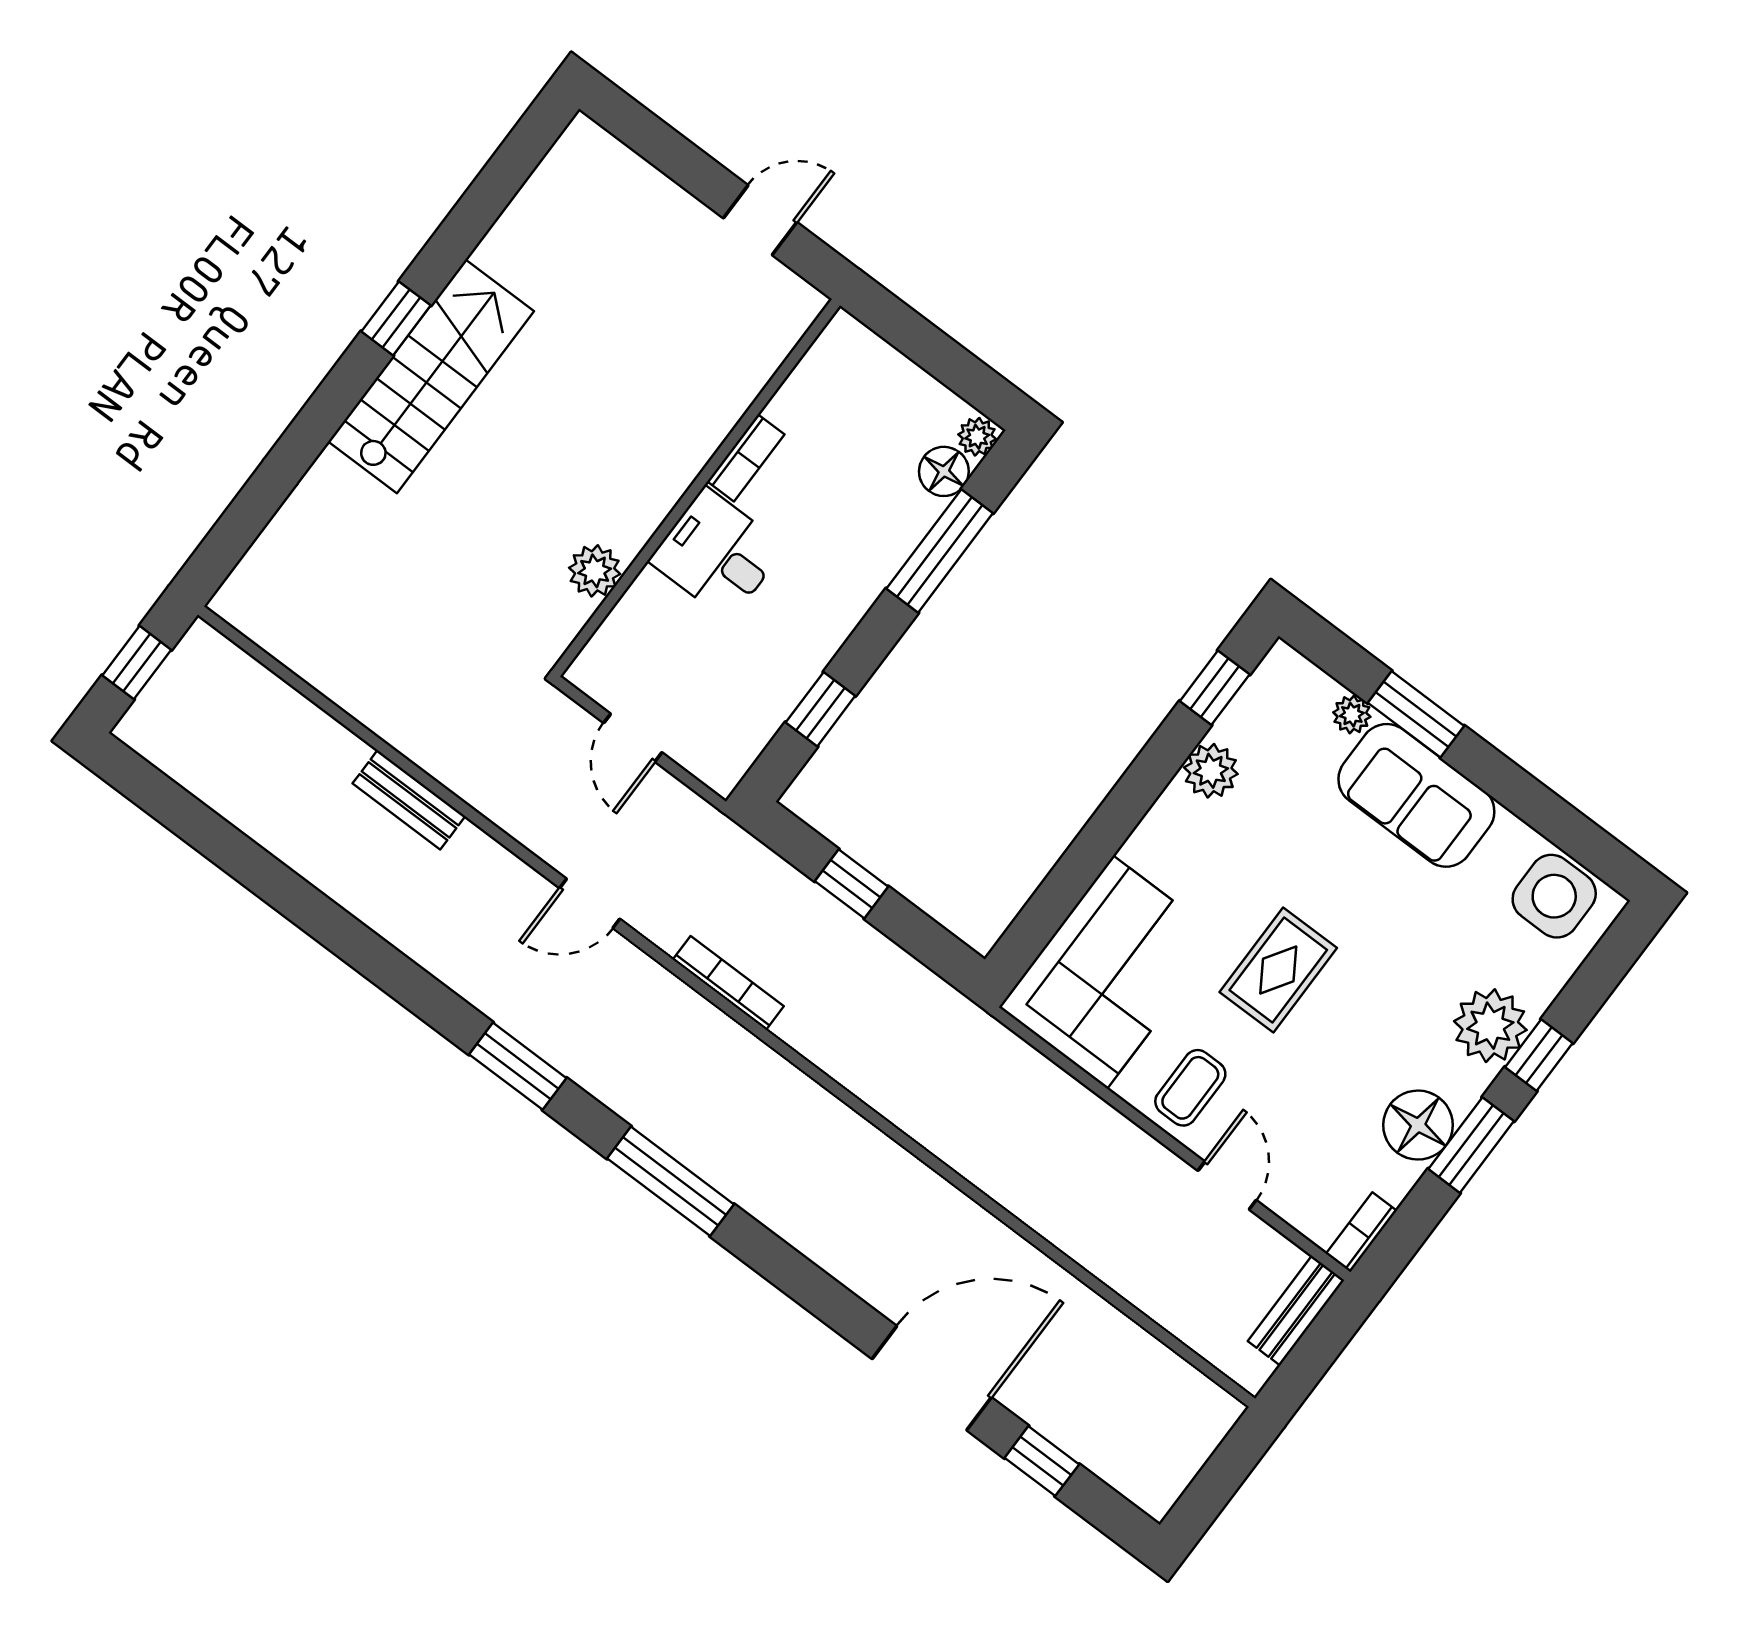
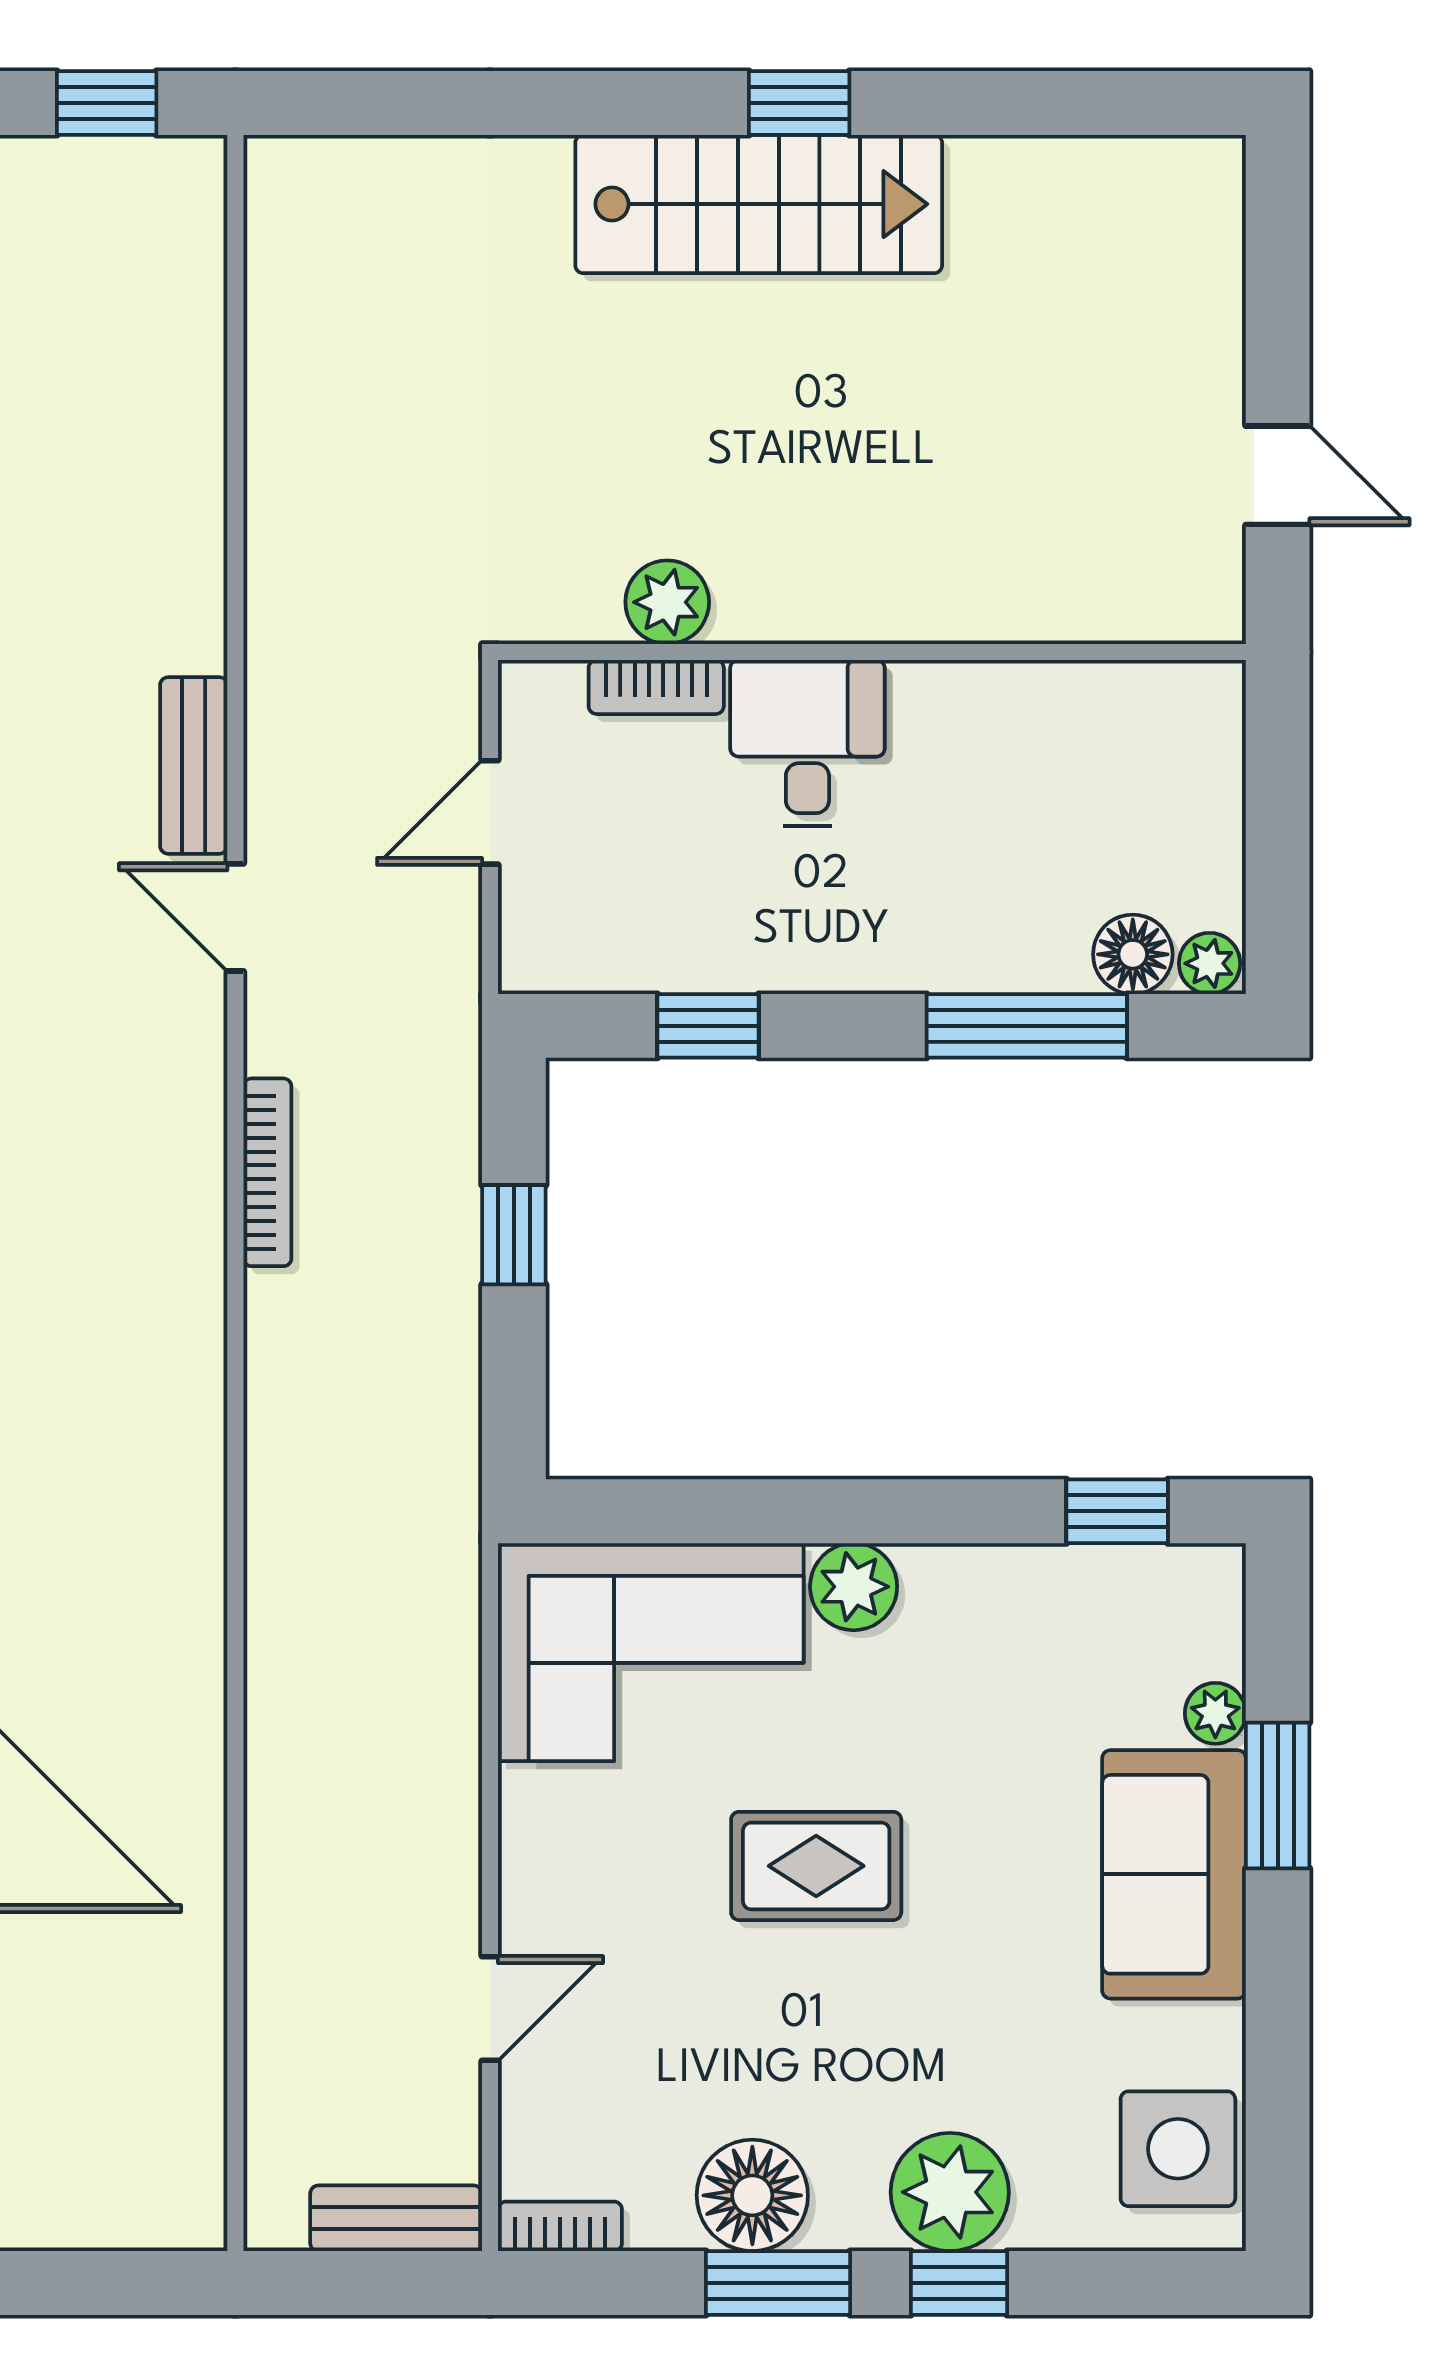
bookcase: (746, 458) -> (656, 687), moved
plant: (1211, 771) -> (854, 1587), moved
bench: (409, 800) -> (194, 765), moved
coffee table: (1190, 1088) -> (580, 1867), removed

